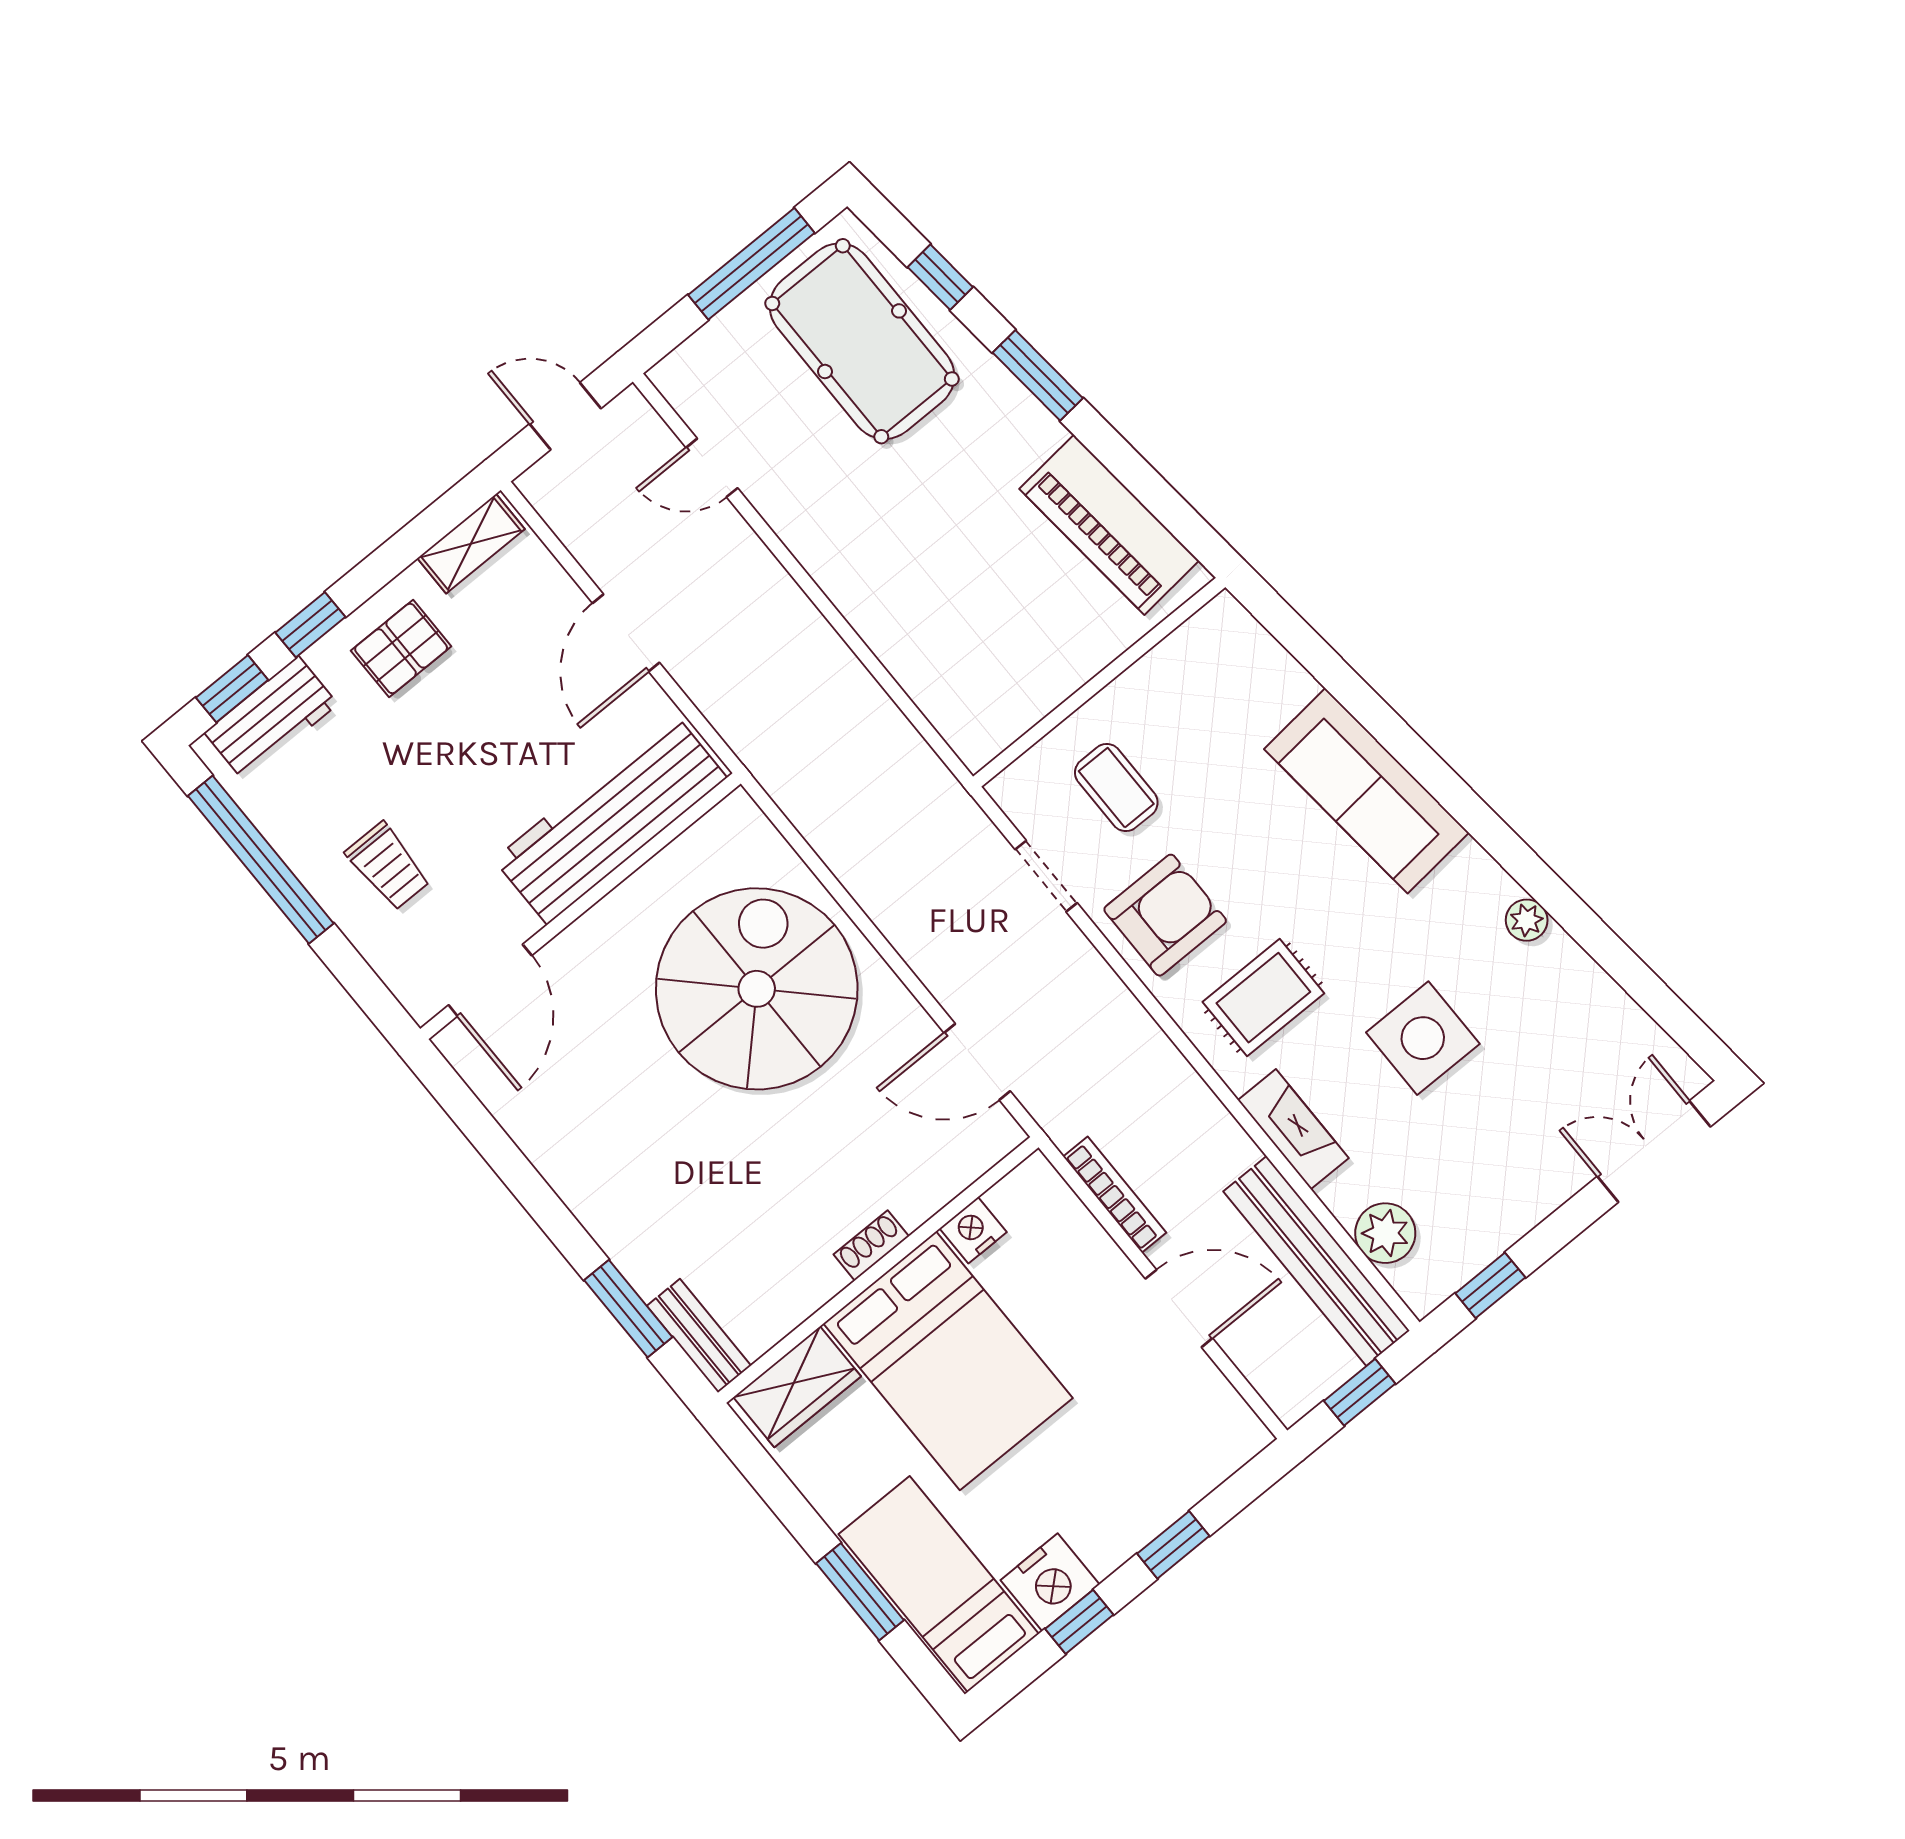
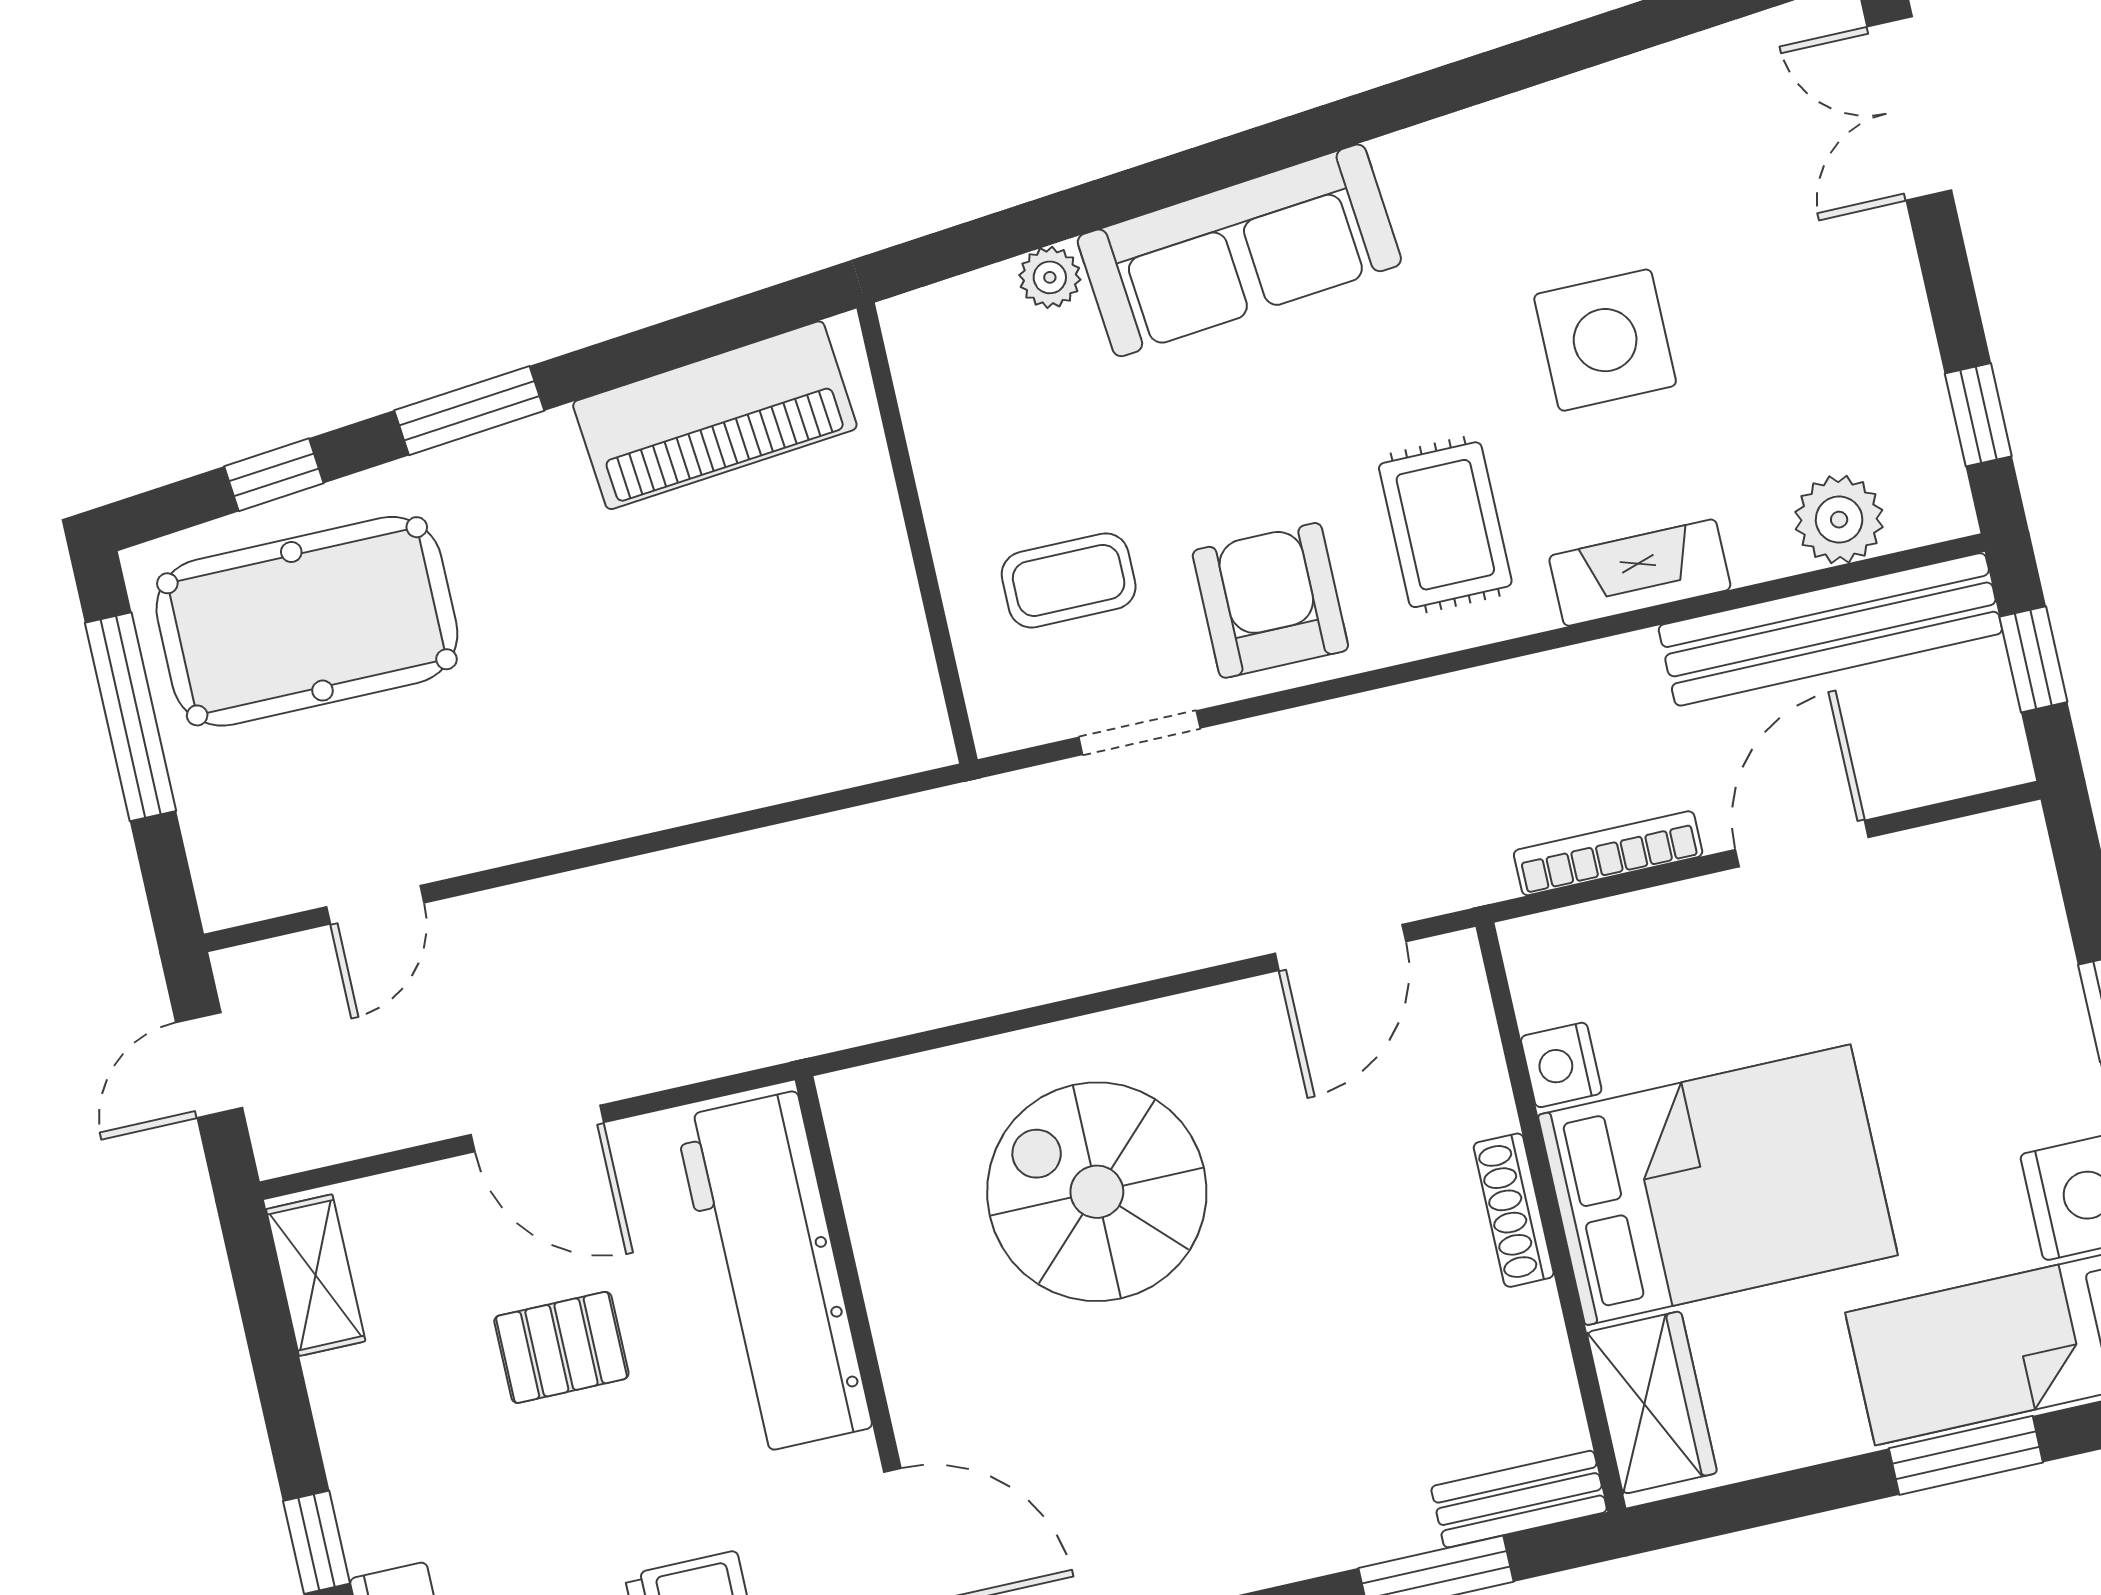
pallet: (401, 648) -> (561, 1347), moved, turned 90
plant: (1527, 920) -> (1050, 277), moved
spiral stairs: (757, 989) -> (1097, 1192), width x0.73, depth x0.73
shoe rack: (871, 1245) -> (1514, 1210), width x1.43

